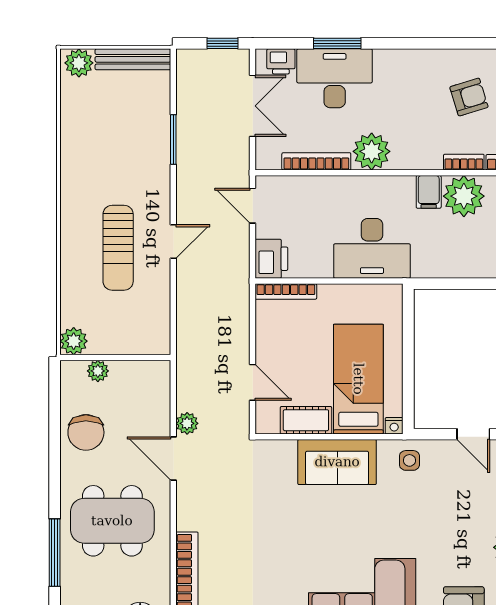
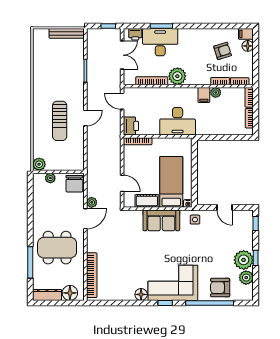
plant: (79, 63) -> (41, 35), removed
plant: (464, 196) -> (216, 92), width x0.53, depth x0.53
chair: (86, 432) -> (74, 184), moved
door: (173, 459) -> (85, 219), swing flipped

